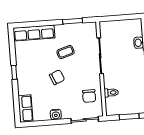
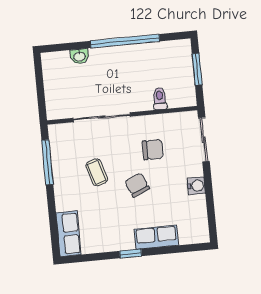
window: (73, 21) -> (47, 162), width x1.44
row of seats: (34, 33) -> (68, 234), width x0.68
chair: (89, 96) -> (153, 150), moved
row of seats: (25, 109) -> (156, 237), moved

